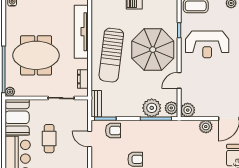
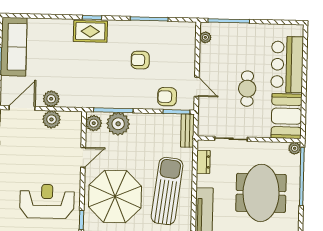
meeting table: (36, 55) -> (261, 193), turned 90
plant: (188, 110) -> (51, 119), moved

